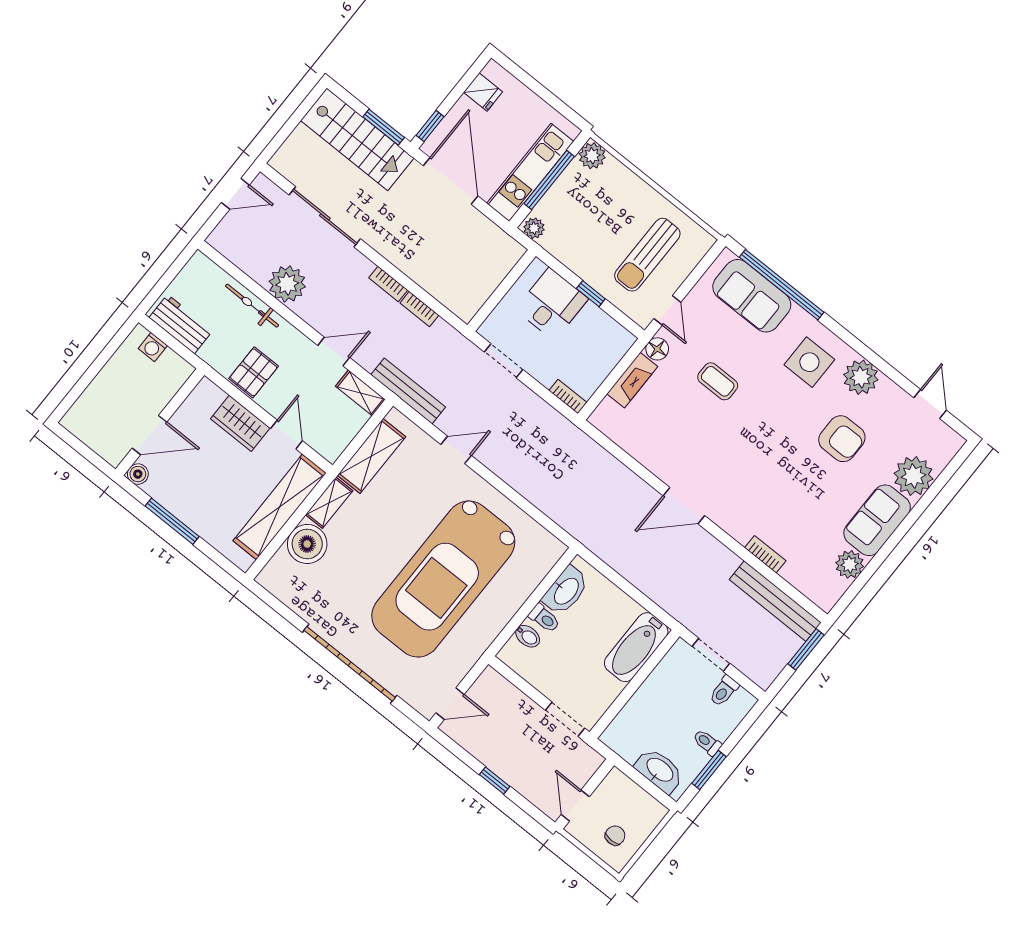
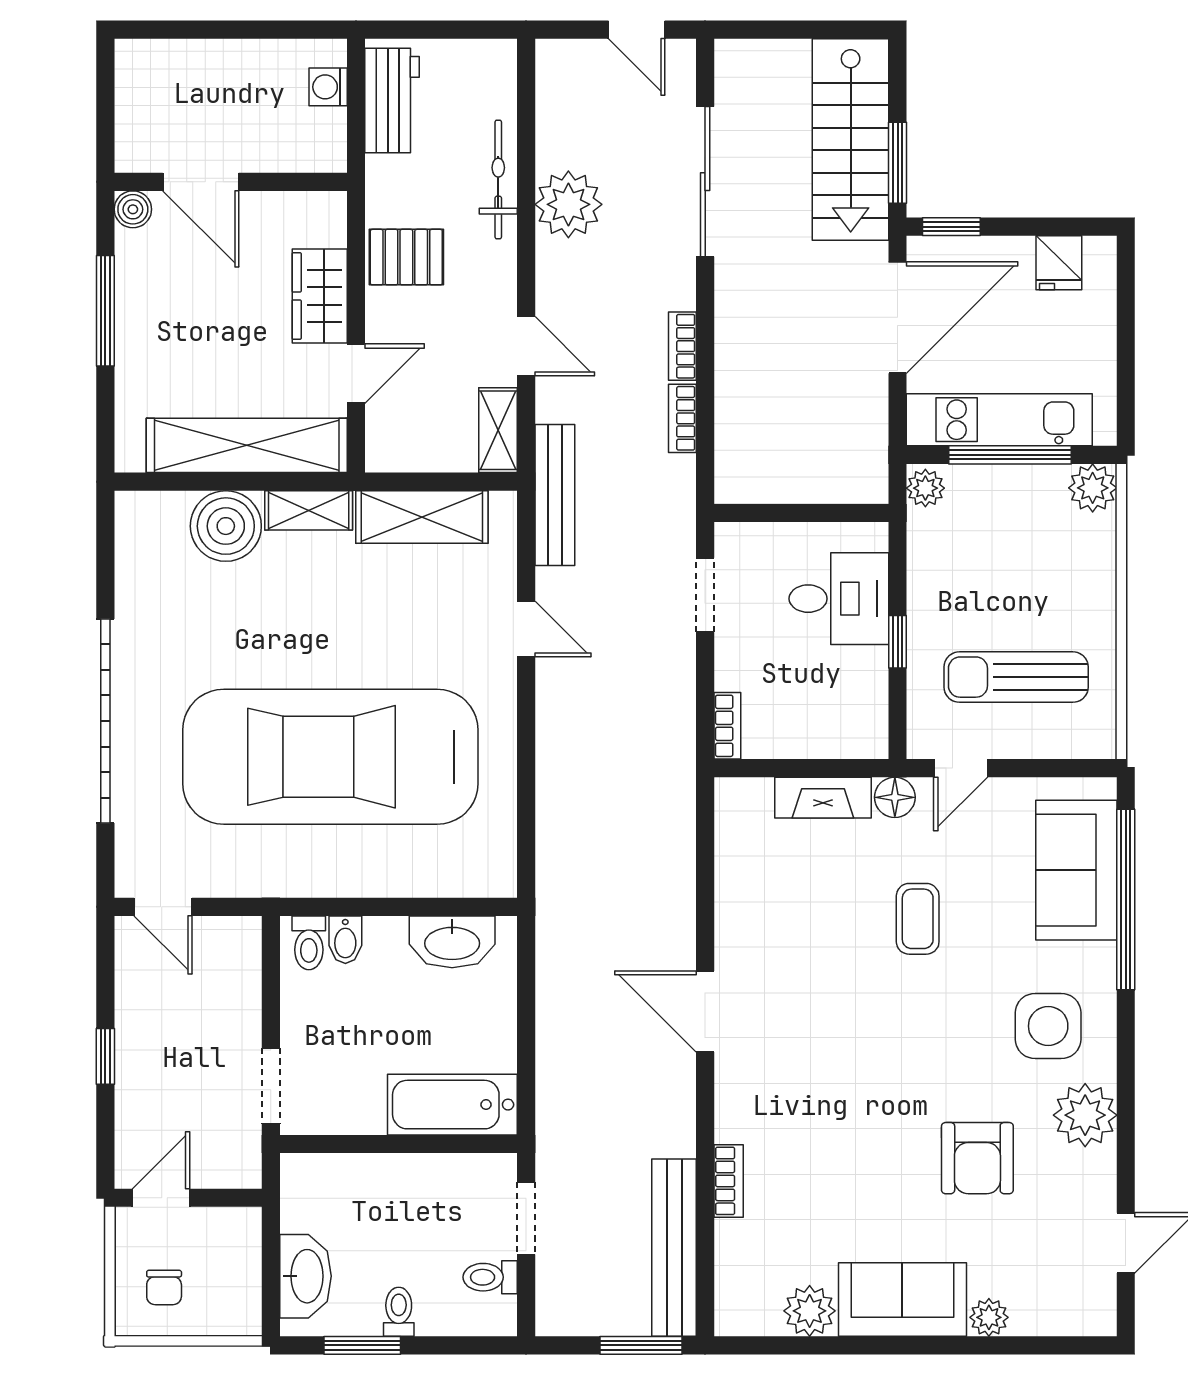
plant: (913, 476) -> (989, 1317), width x0.53, depth x0.53
toilet: (544, 618) -> (309, 943), moved
chair: (615, 836) -> (164, 1287), turned 90

